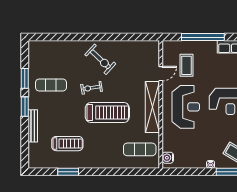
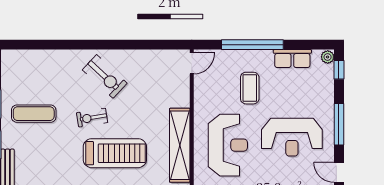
coffee table: (187, 65) -> (250, 88), moved
door: (161, 74) -> (192, 63), moved

